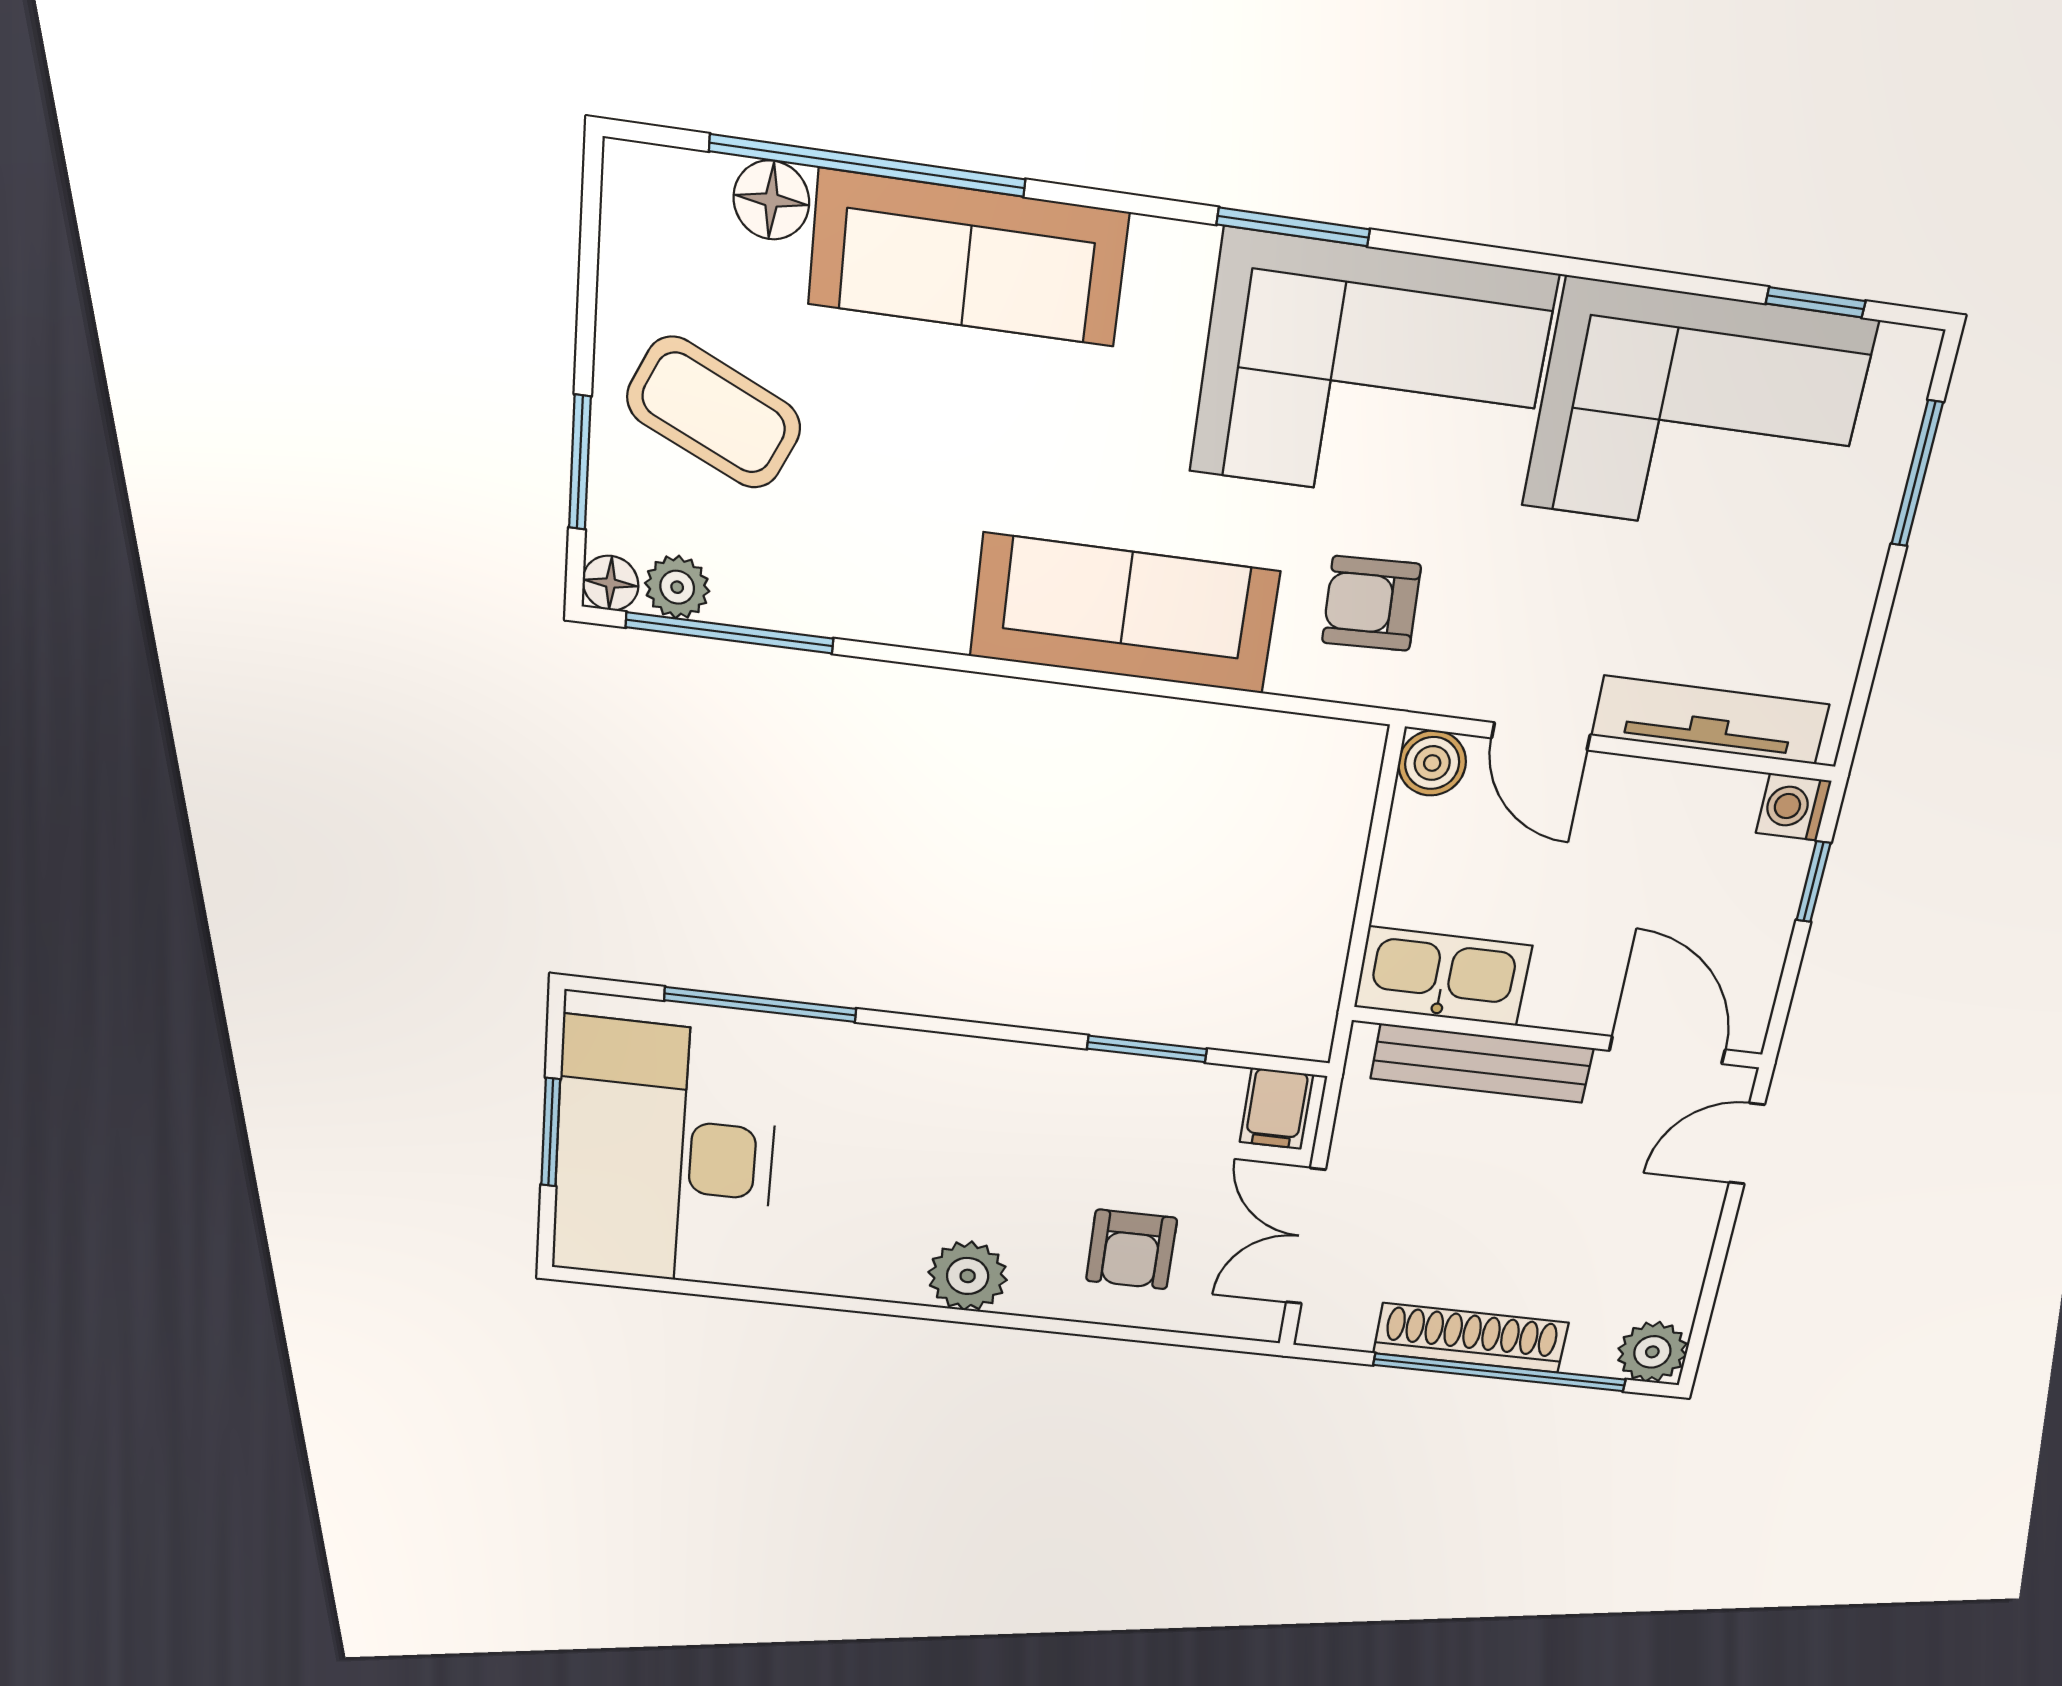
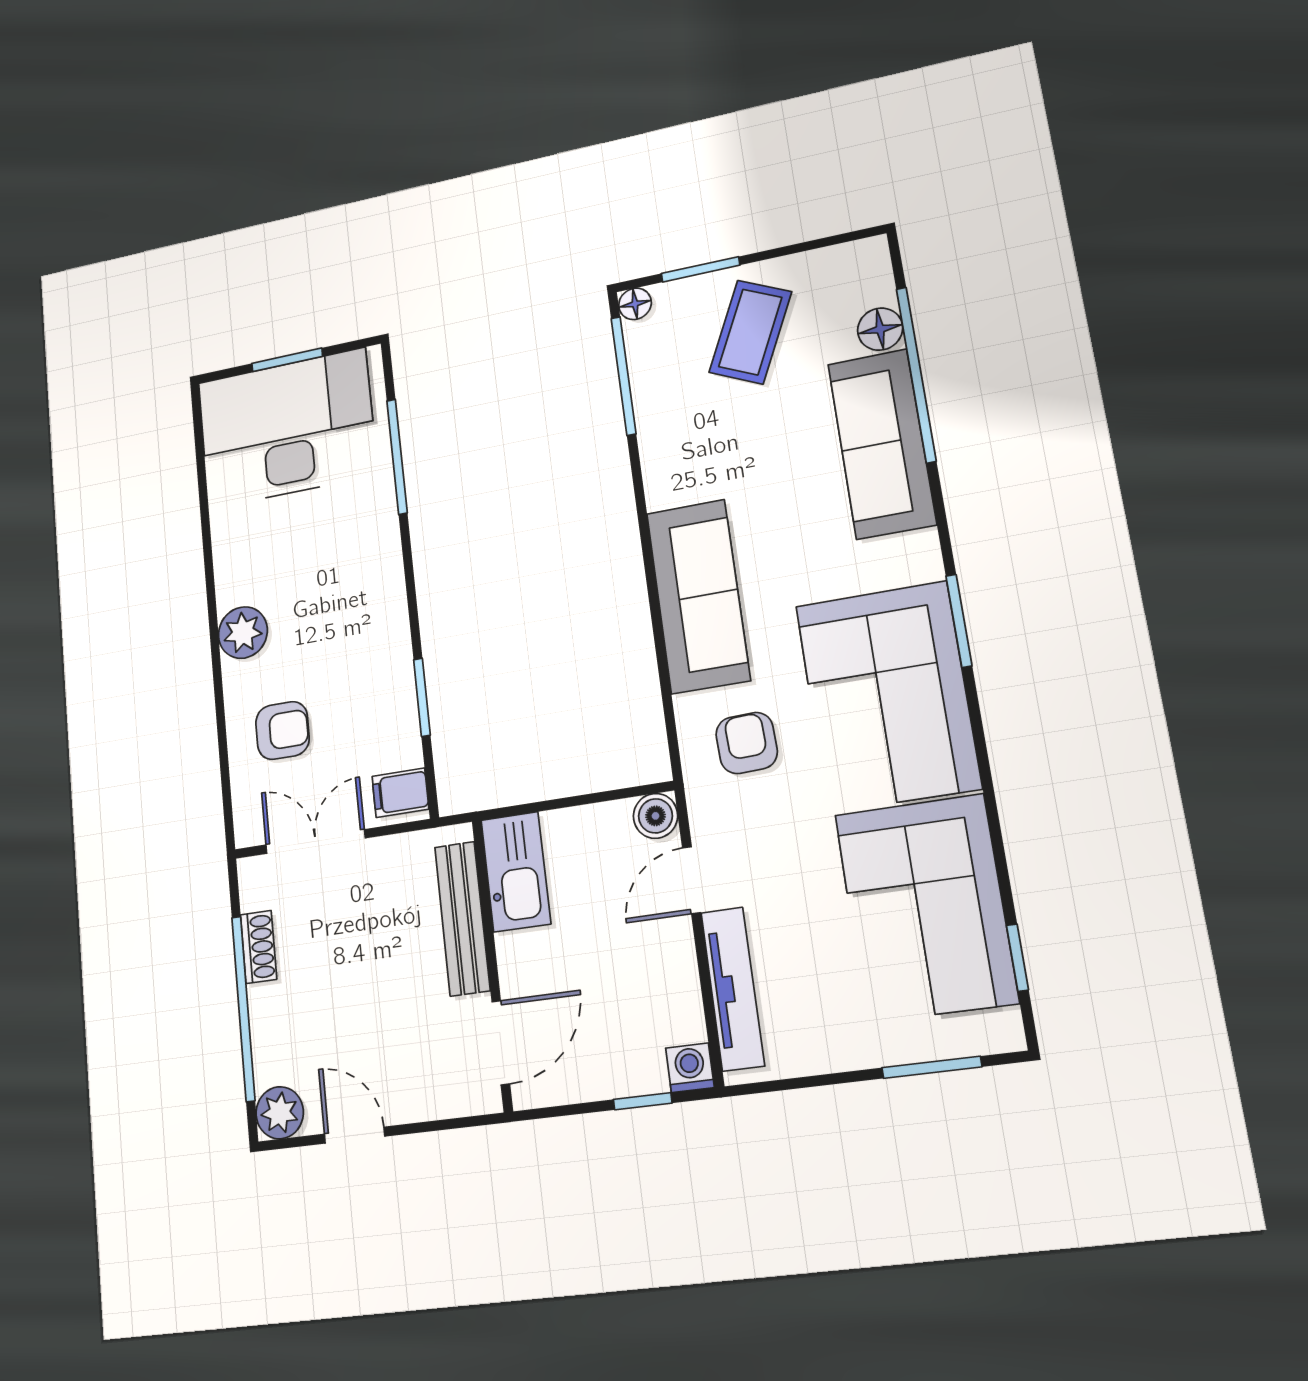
plant: (677, 587) -> (643, 340), removed
door: (1747, 1144) -> (354, 1135), moved
armchair: (1131, 1249) -> (282, 730), turned 180
shoe rack: (1471, 1338) -> (259, 947), width x0.51, depth x0.81

